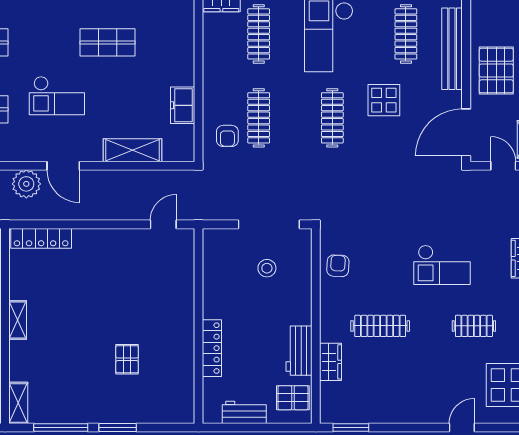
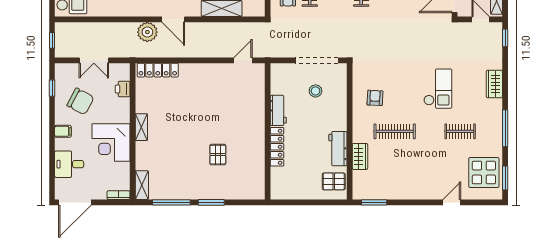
checkout: (442, 265) -> (438, 89), turned -90
armchair: (338, 266) -> (375, 98), moved
workbench: (244, 412) -> (278, 110), moved, turned 90

